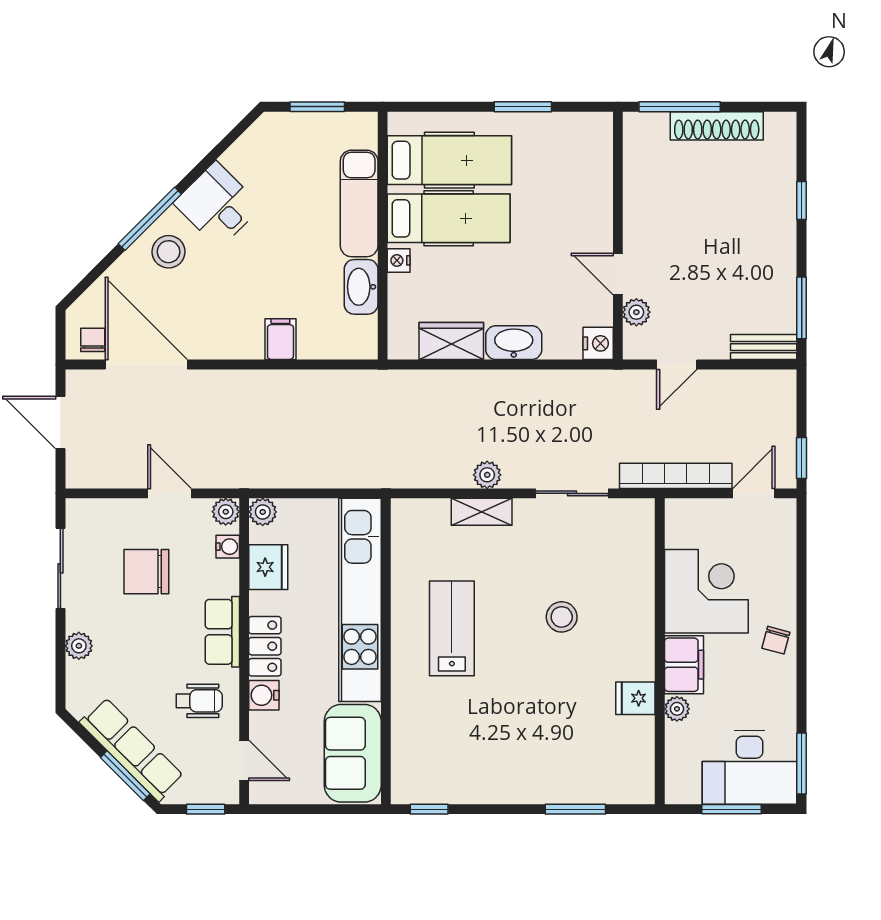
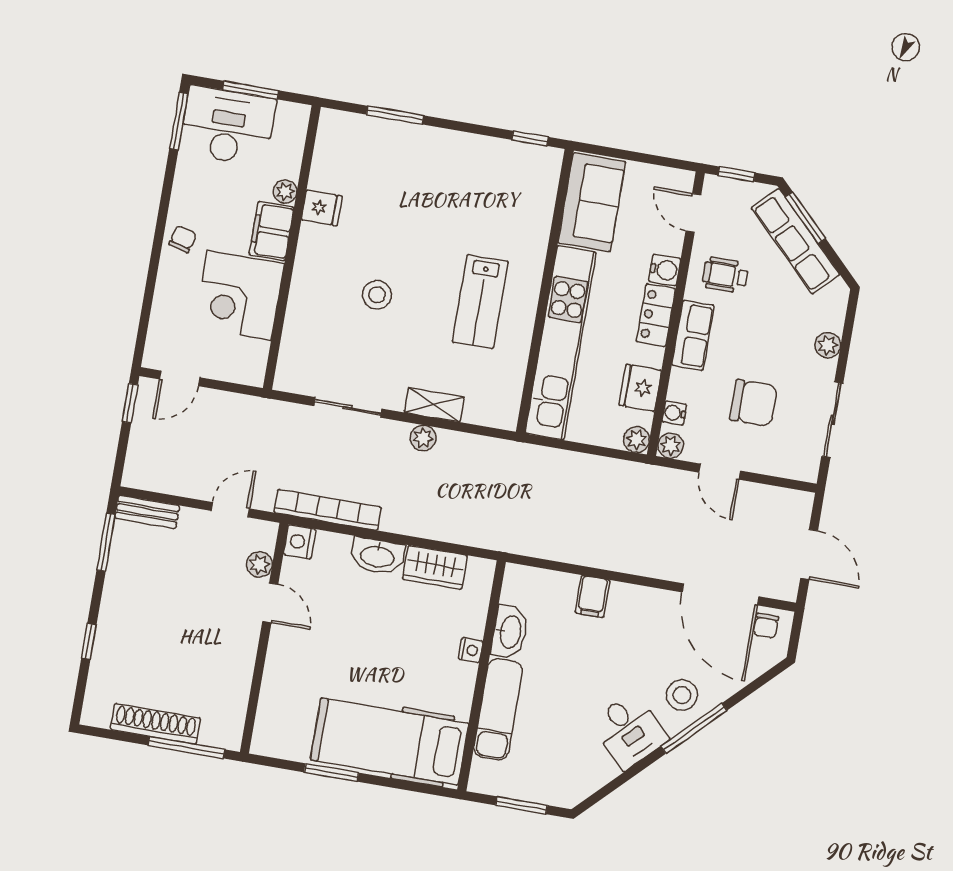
hospital bed: (449, 160) -> (390, 741), width x1.37, depth x1.29
hospital bed: (449, 218) -> (418, 681), removed
bookcase: (676, 476) -> (328, 510), moved, turned 180

